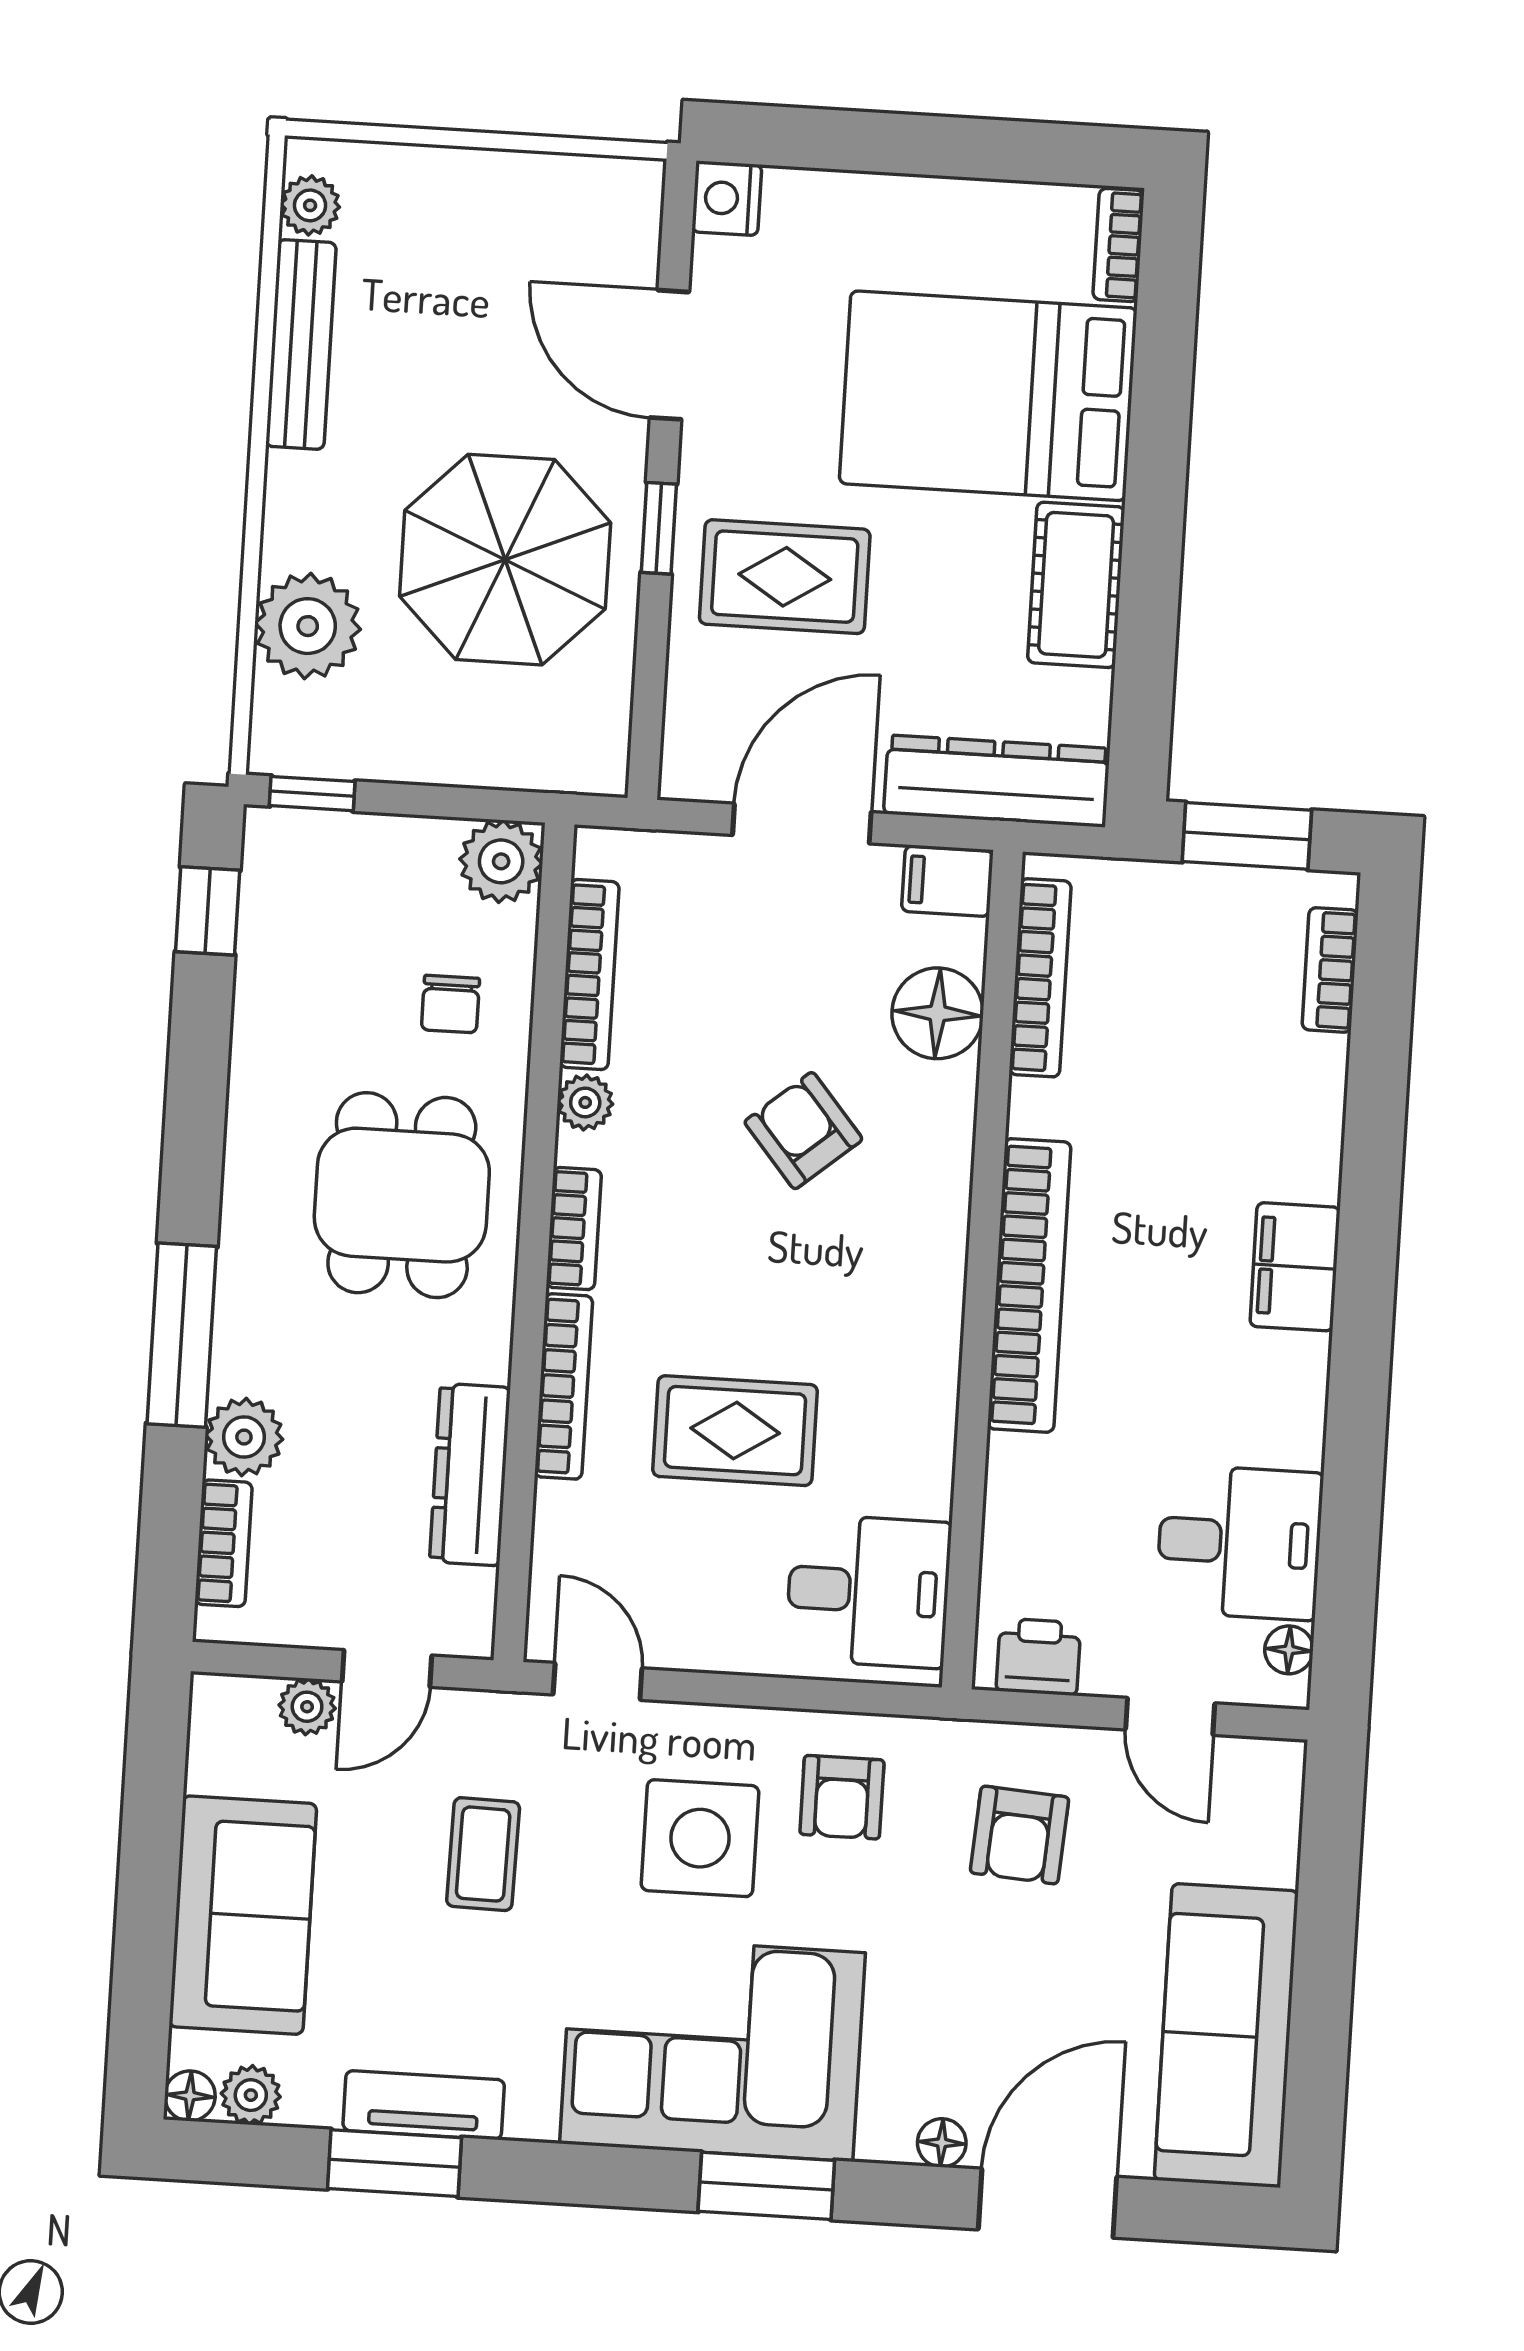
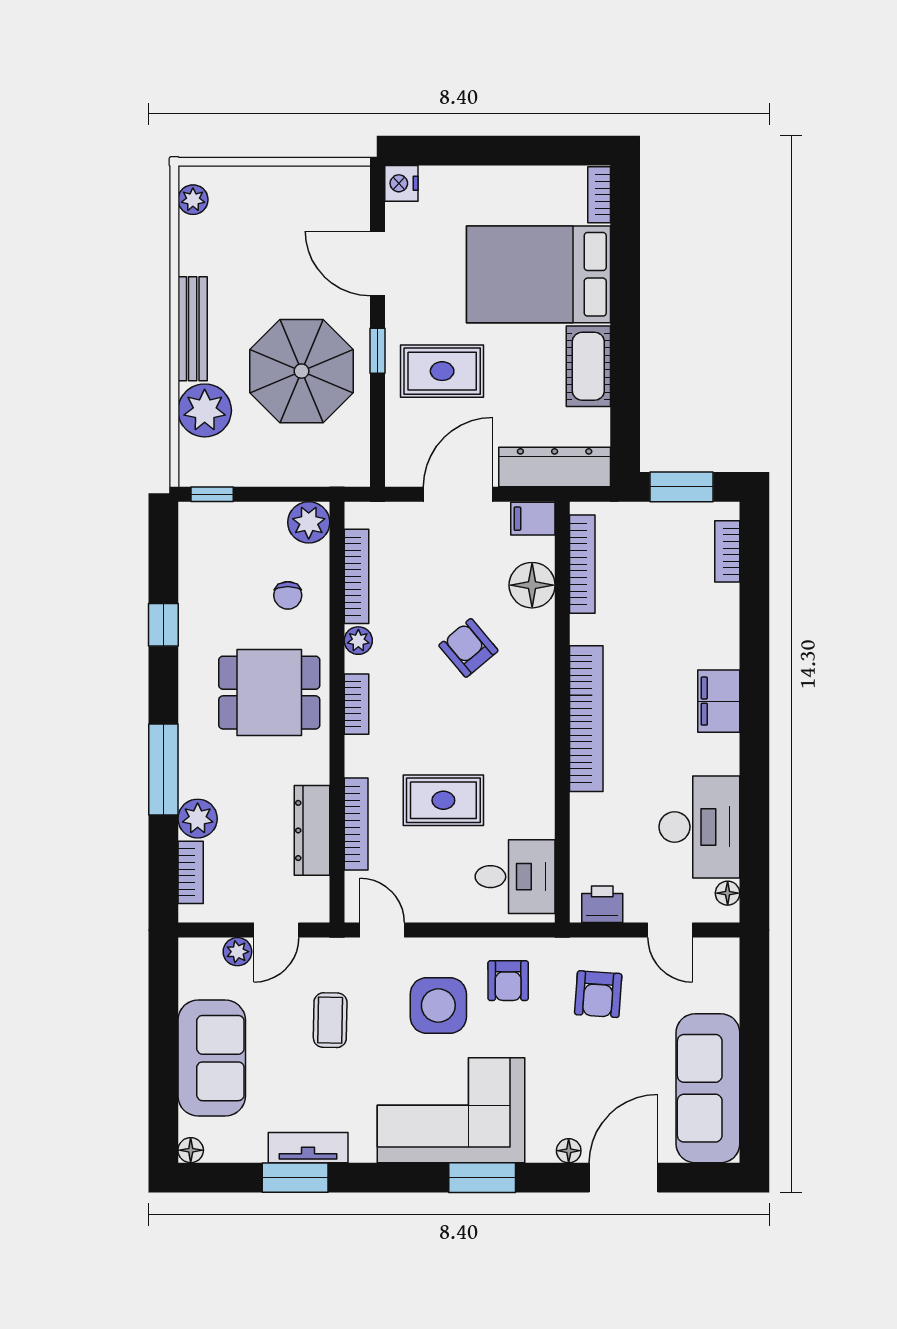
bench: (301, 344) -> (193, 329), moved
window: (208, 911) -> (163, 625), moved
dining table: (402, 1195) -> (269, 693), turned 90
bookcase: (564, 1386) -> (356, 824), moved
desk: (1239, 1542) -> (699, 827), width x1.37
plant: (251, 2095) -> (221, 1148), removed

